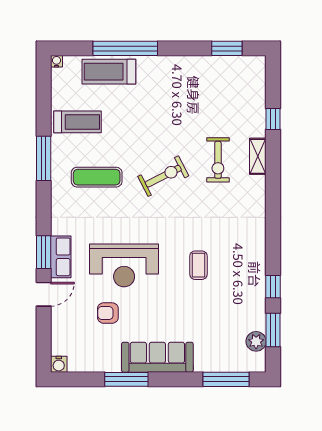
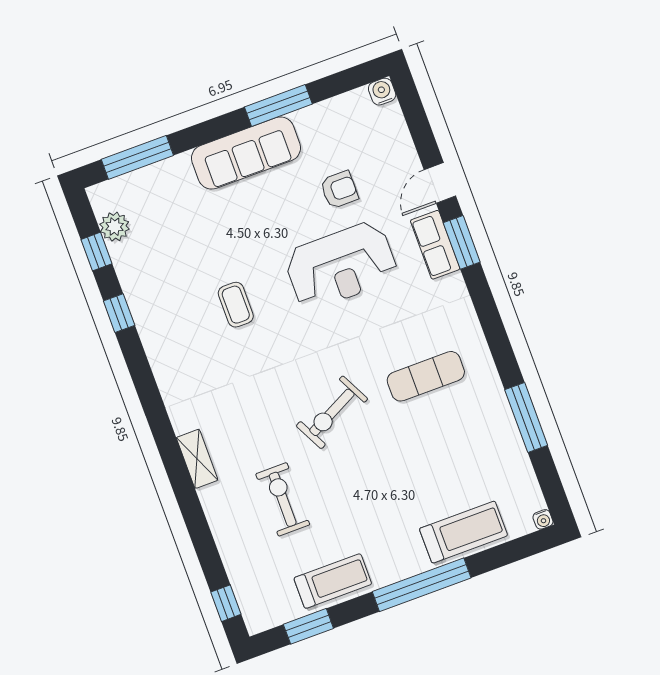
window: (125, 48) -> (422, 585), moved
window: (273, 119) -> (226, 603), moved
treadmill: (78, 122) -> (333, 581), moved, turned 180
shelving: (258, 156) -> (197, 459), moved
window: (44, 158) -> (526, 417), moved
exercise bike: (218, 160) -> (283, 499), moved
reception desk: (124, 265) -> (341, 266), turned 180
window: (273, 330) -> (96, 252), width x0.67

